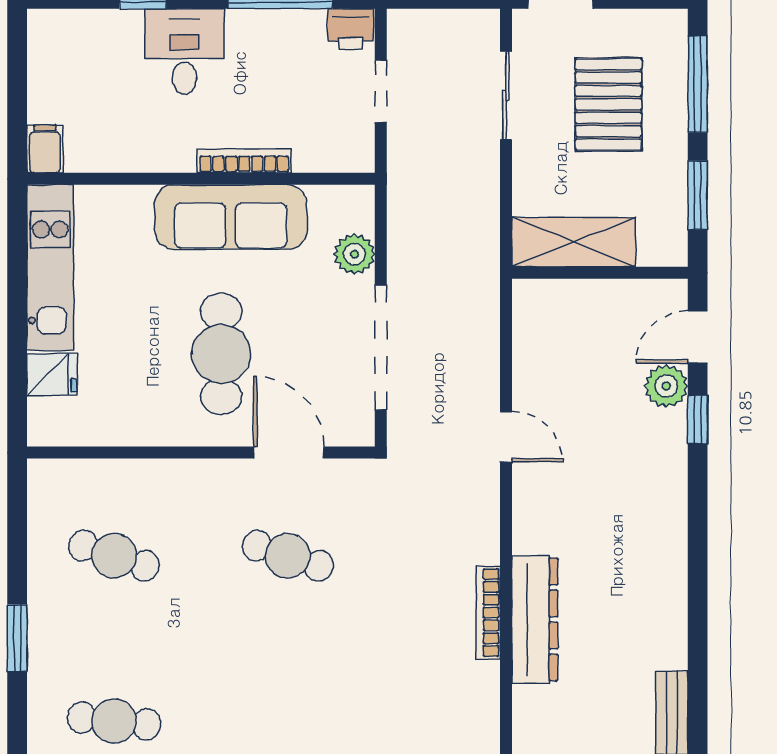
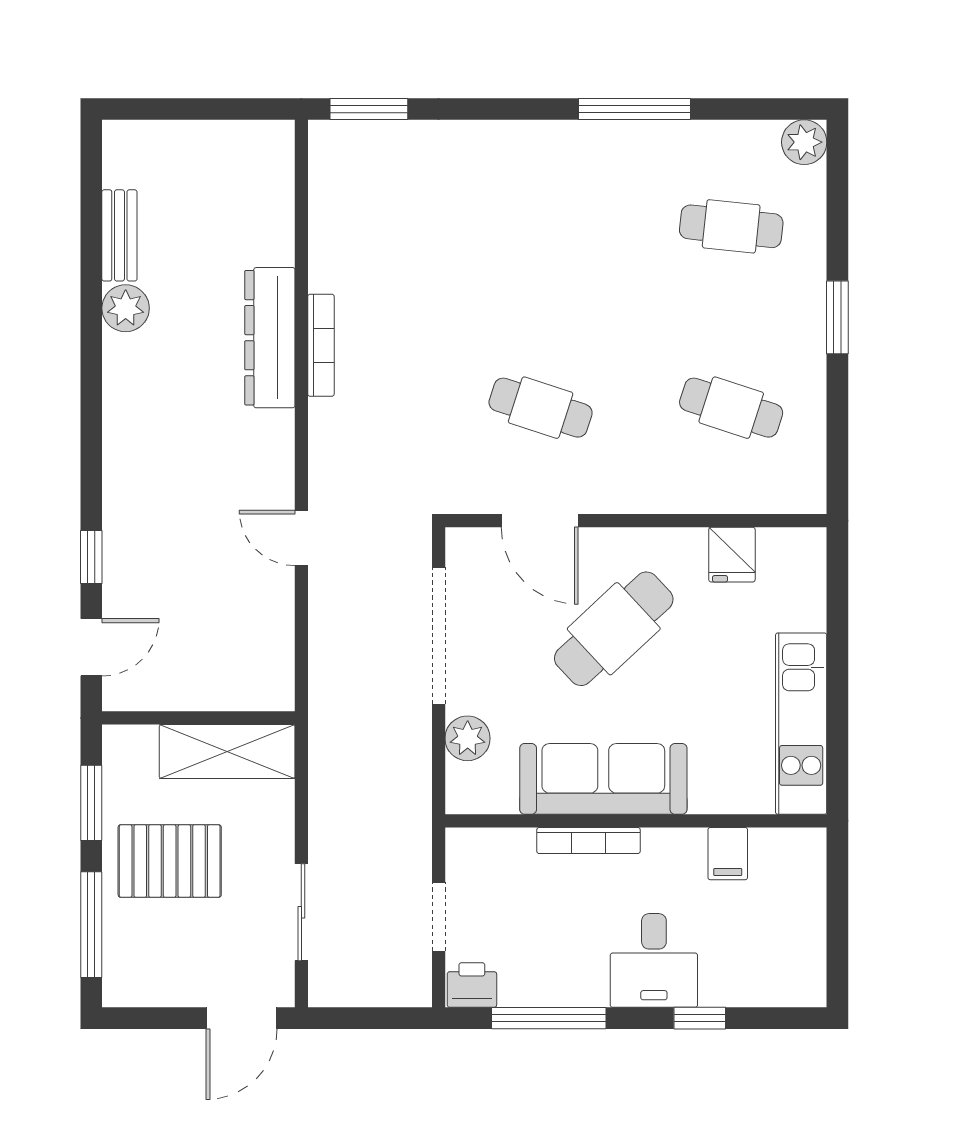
pallet: (608, 104) -> (170, 861), moved, turned 90
filing cabinet: (45, 149) -> (728, 854), moved
cafe table: (221, 354) -> (614, 629), turned 47
fridge: (52, 374) -> (732, 555), moved, turned -90
plant: (666, 386) -> (126, 308), moved

